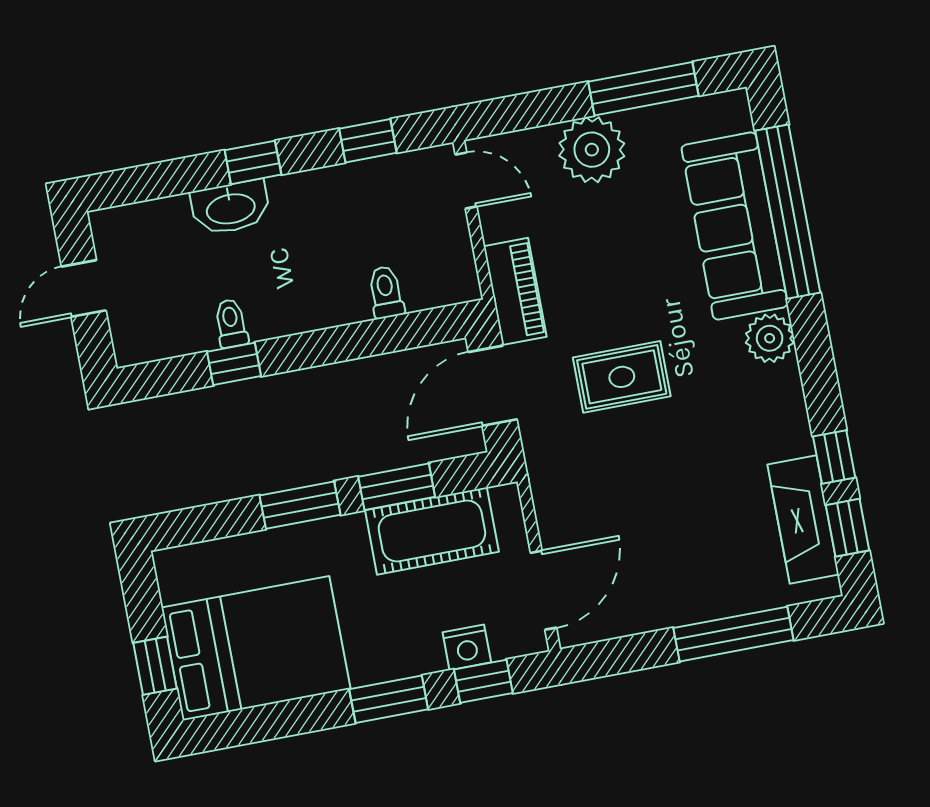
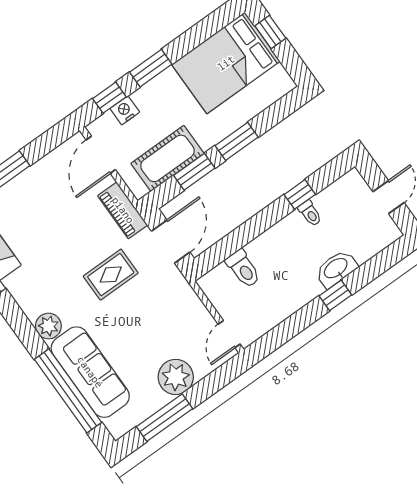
window: (368, 141) -> (285, 331), removed
door: (466, 180) -> (229, 334), hinge flipped
piano: (515, 291) -> (123, 210), moved
toilet: (386, 292) -> (243, 269), width x1.37, depth x1.39

